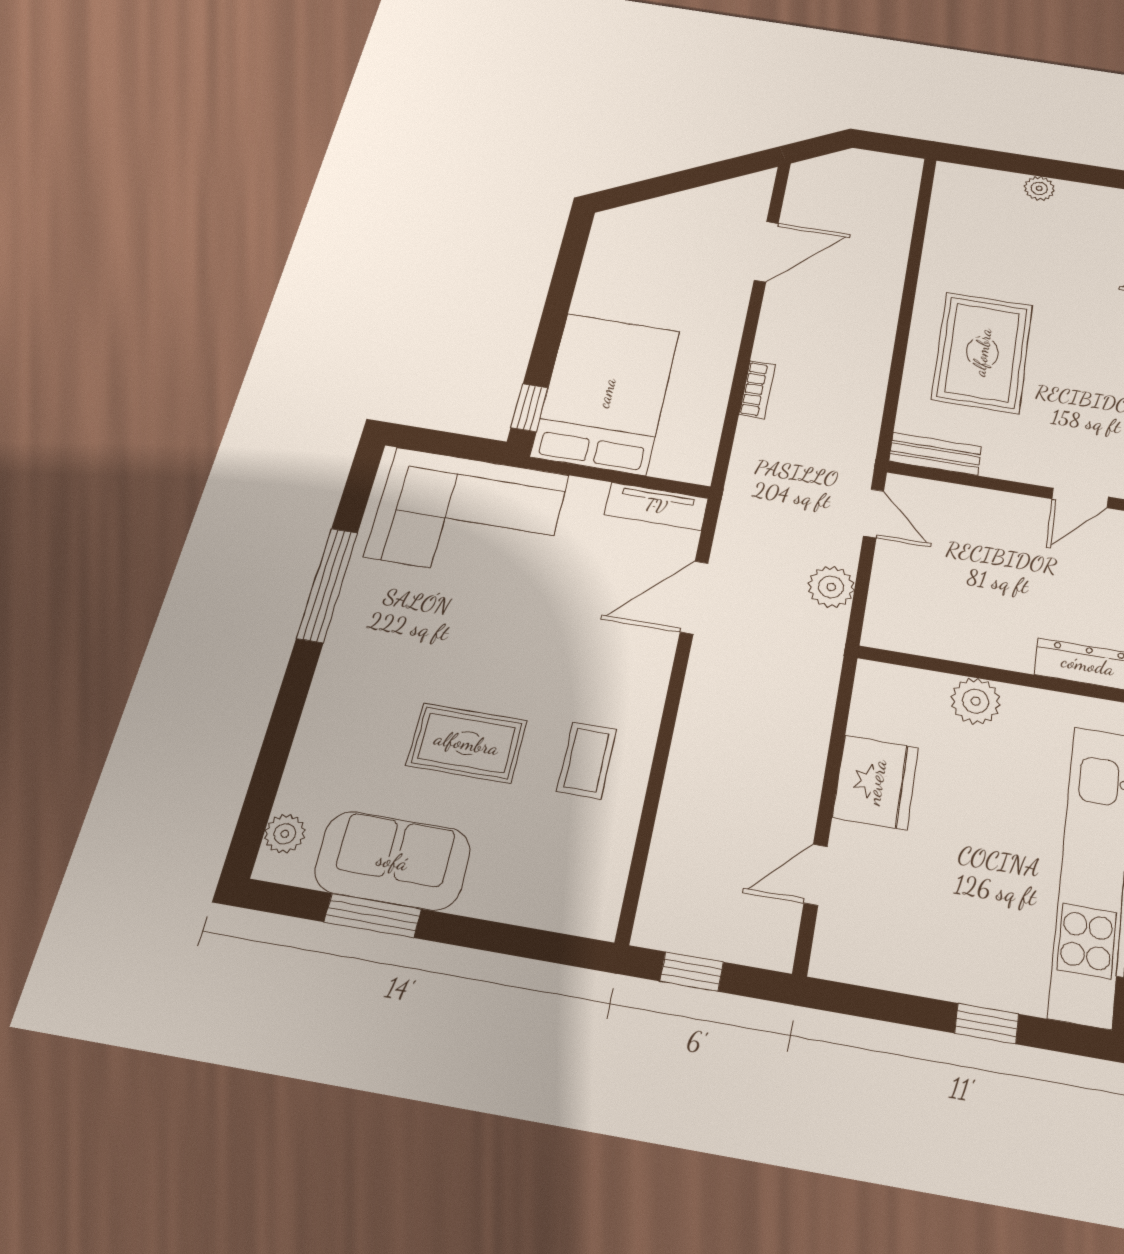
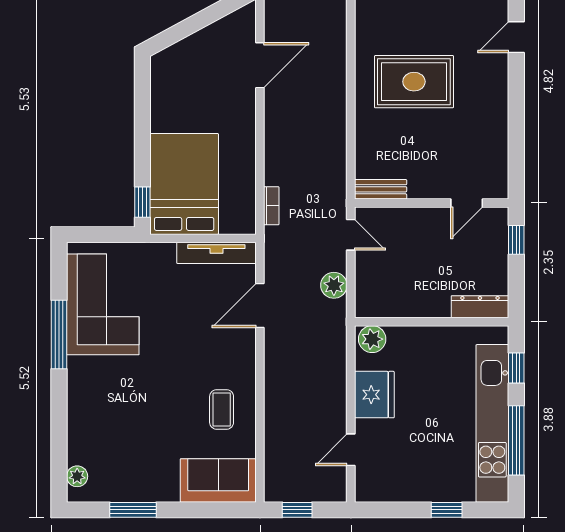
rug: (982, 352) -> (414, 82), moved, turned 90
bookcase: (757, 390) -> (271, 206), moved
tv unit: (656, 506) -> (216, 253), width x1.41
corner sofa: (467, 516) -> (103, 304), moved, turned -90
plant: (976, 701) -> (372, 339), moved
rug: (467, 743) -> (157, 411), removed
sofa: (393, 861) -> (218, 480), moved

